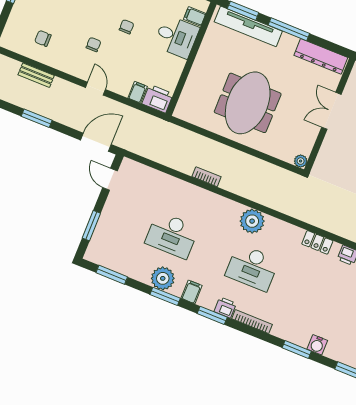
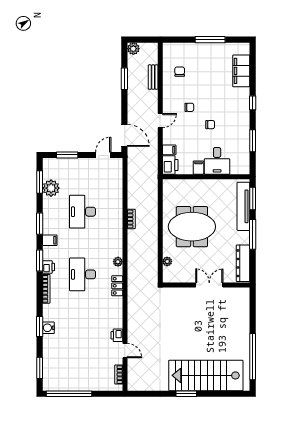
filing cabinet: (195, 16) -> (198, 168), moved
window: (37, 118) -> (124, 79), moved
plant: (301, 161) -> (167, 261), moved
plant: (252, 221) -> (118, 262), width x0.53, depth x0.53
locker: (317, 242) -> (117, 286), moved
plant: (163, 278) -> (51, 188), moved
water cooler: (317, 345) -> (48, 328), moved

